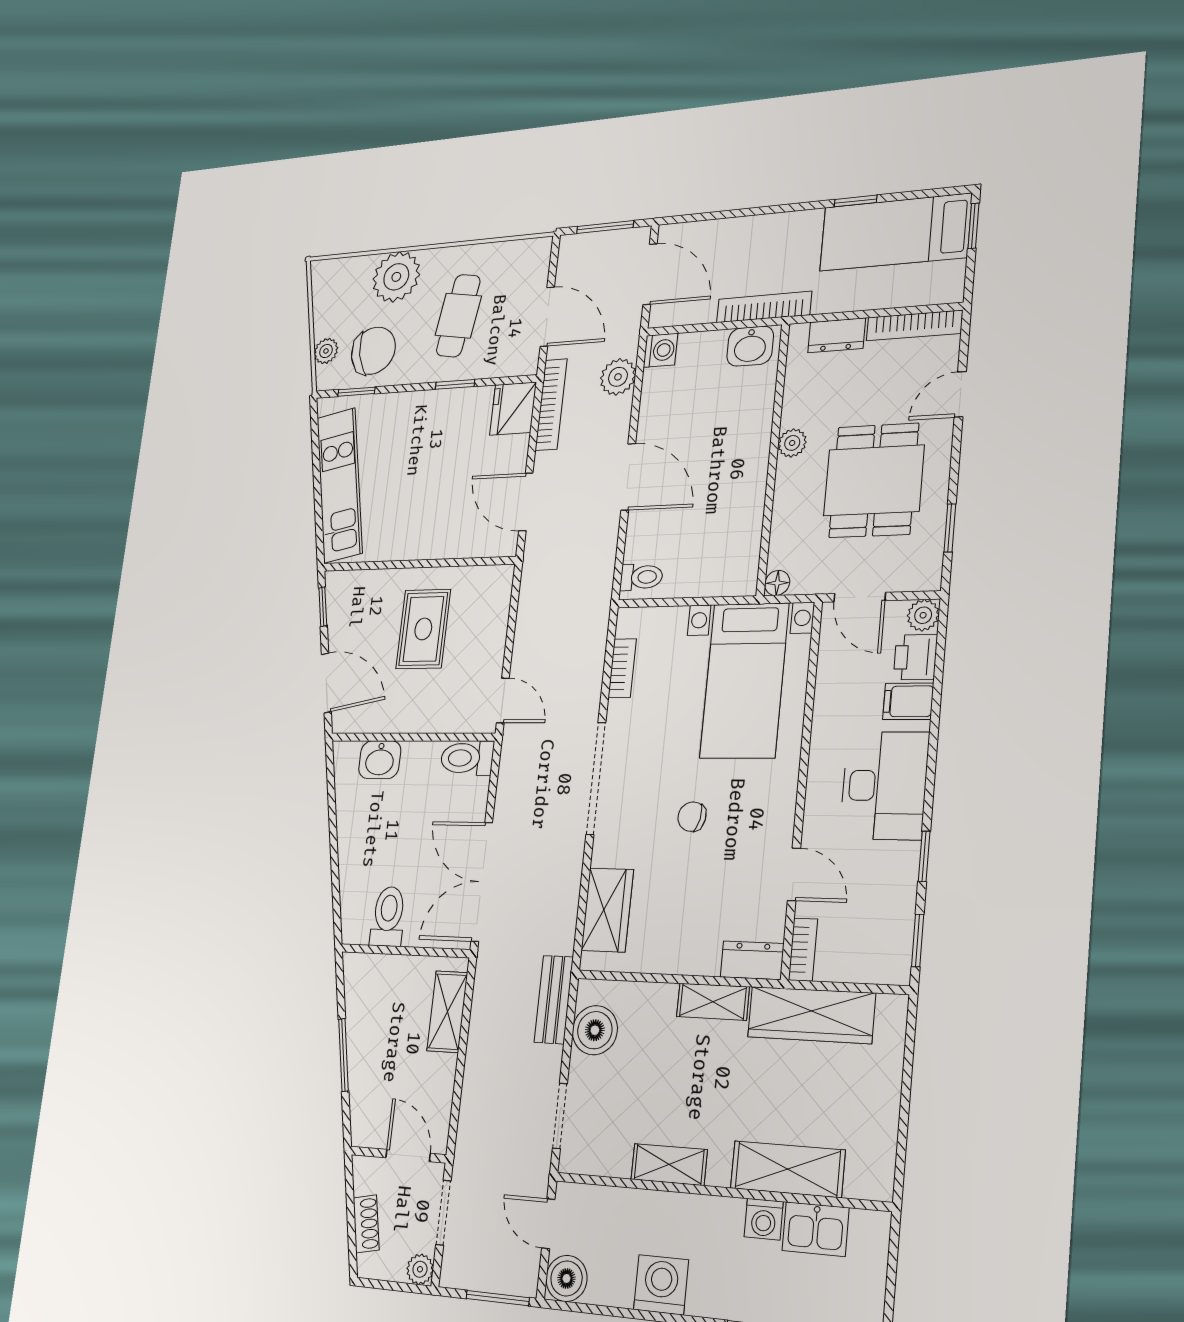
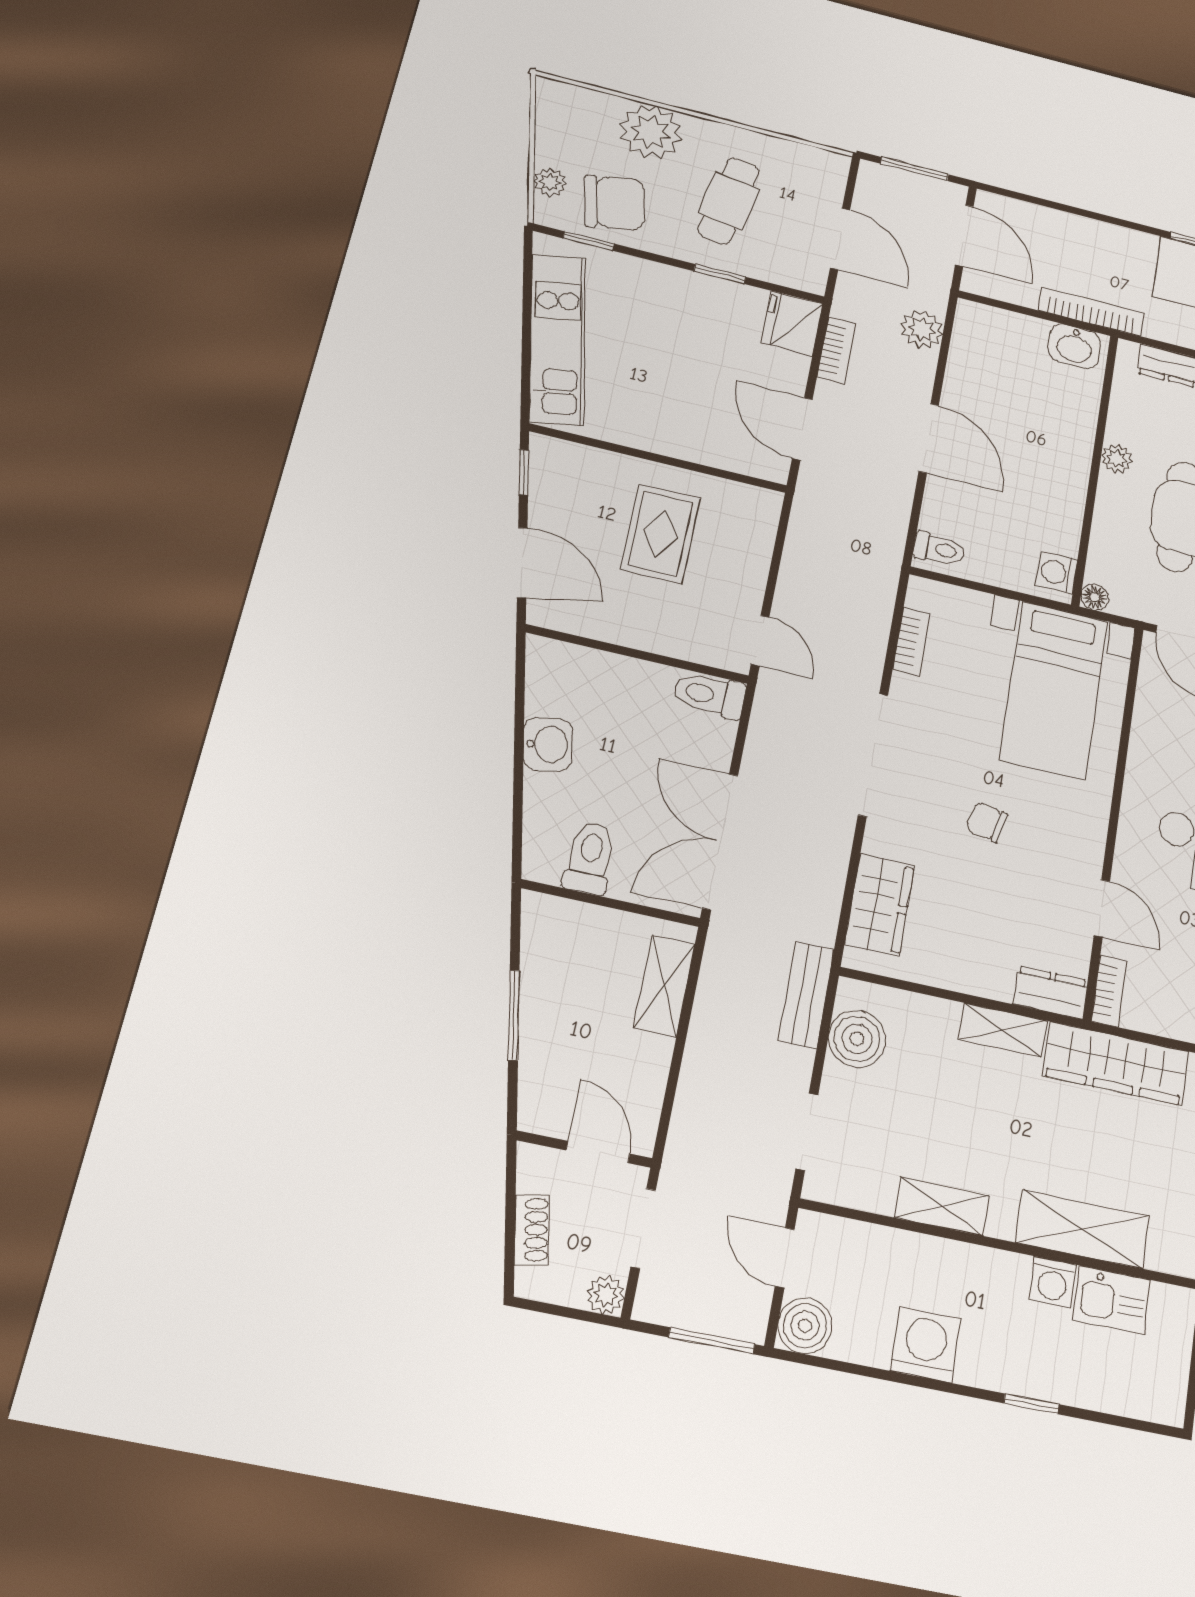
washing machine: (661, 350) -> (1057, 573), moved, turned 180
bookcase: (551, 405) -> (836, 350), width x0.64
washbasin: (380, 760) -> (548, 744), moved, turned -101

